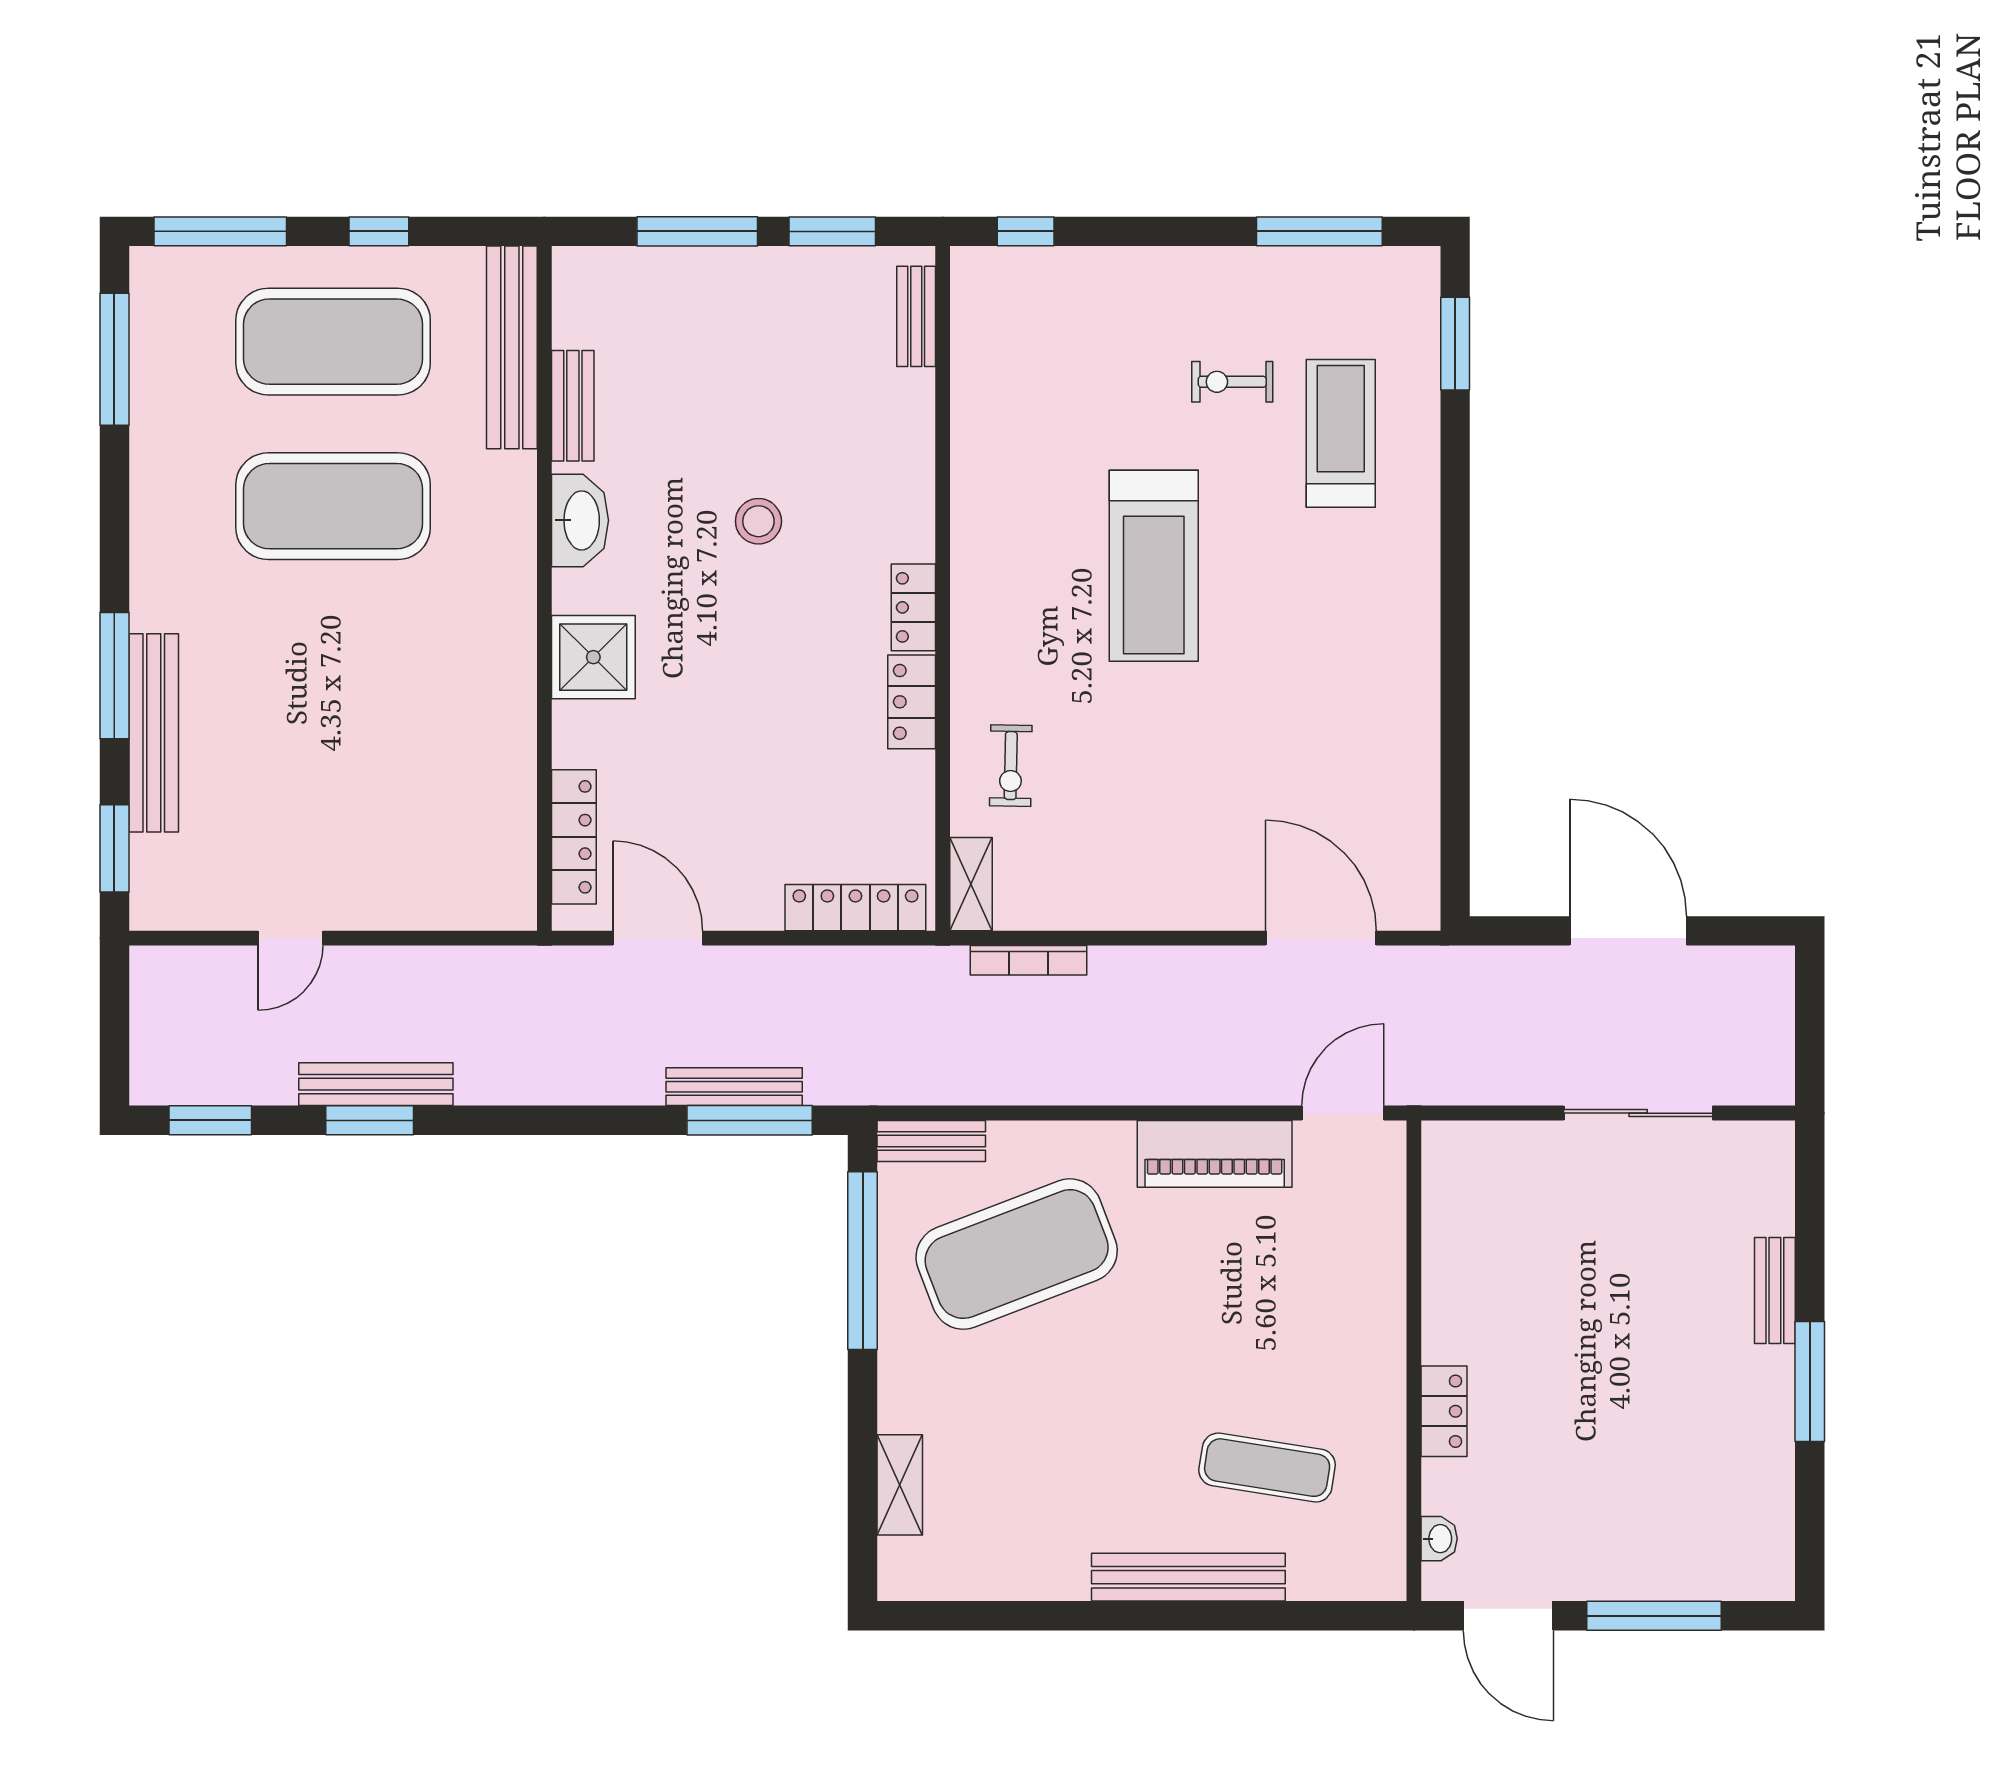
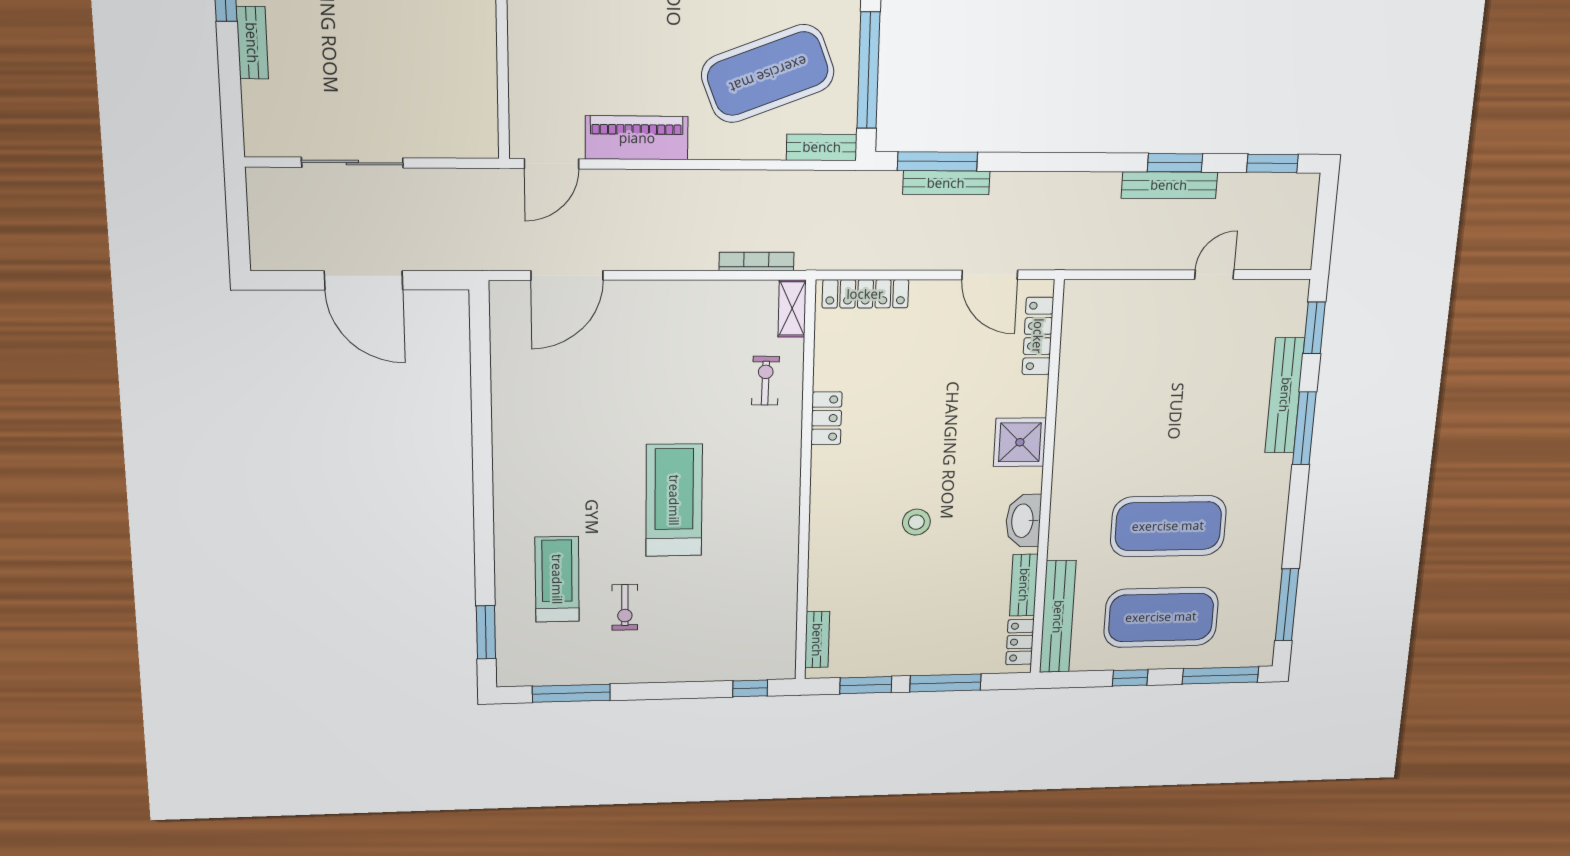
exercise bike: (1232, 382) -> (625, 607), turned 90
treadmill: (1341, 433) -> (557, 579), turned 180
locker: (913, 607) -> (1020, 642), moved, turned 180
door: (1321, 938) -> (567, 275), hinge flipped

